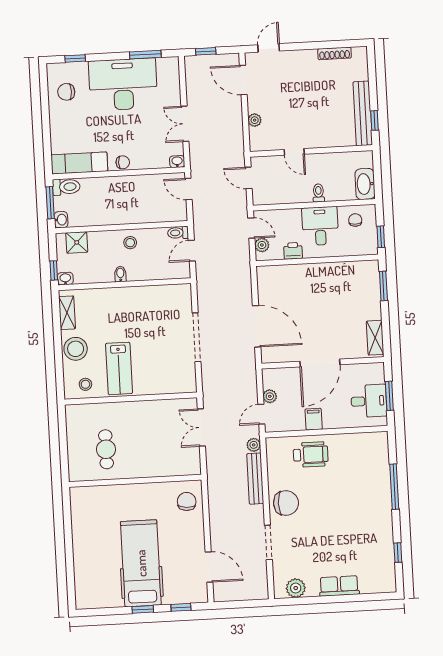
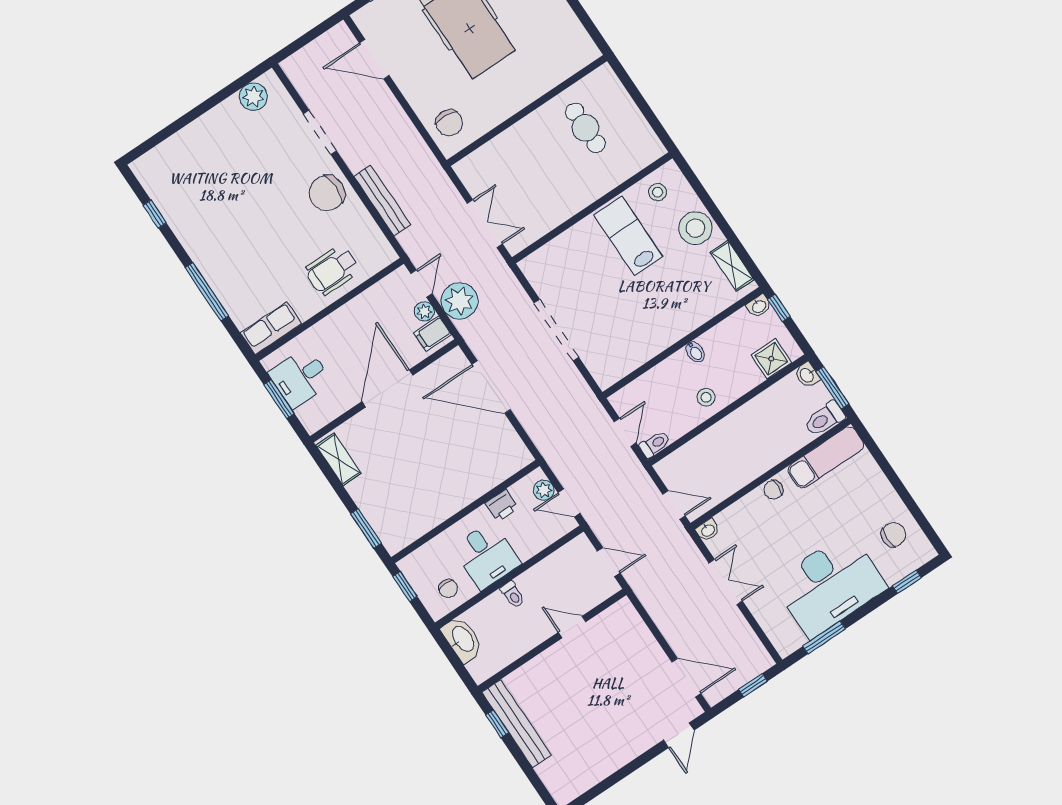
shoe rack: (335, 53) -> (594, 776), removed
plant: (255, 120) -> (643, 637), removed
filing cabinet: (314, 419) -> (433, 334), moved, turned 90
plant: (254, 445) -> (459, 301), moved, width x1.88, depth x1.88
row of seats: (339, 586) -> (271, 328), moved, turned 180

